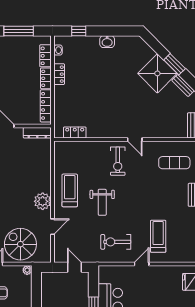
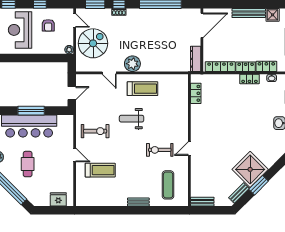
exercise bike: (118, 161) -> (160, 150), moved
exercise bike: (116, 242) -> (95, 131), turned 90

